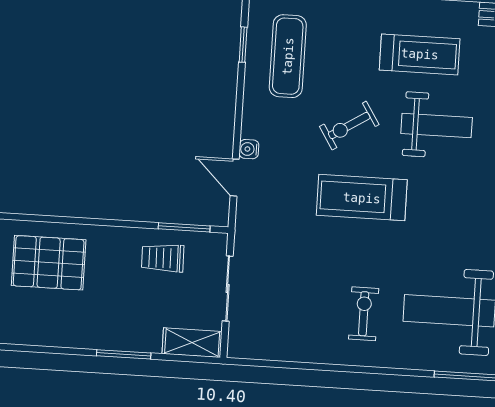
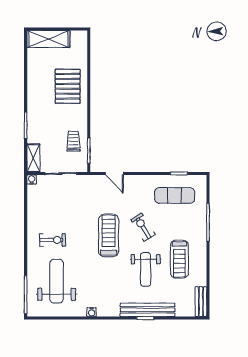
water cooler: (249, 149) -> (32, 180), moved
door: (235, 178) -> (114, 174), swing flipped

